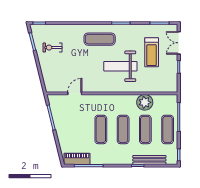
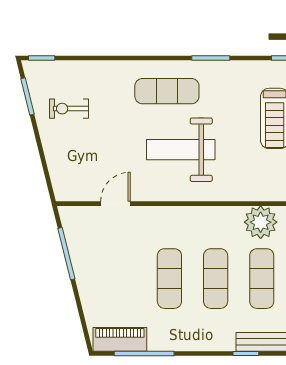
weight bench: (120, 66) -> (181, 150), moved

